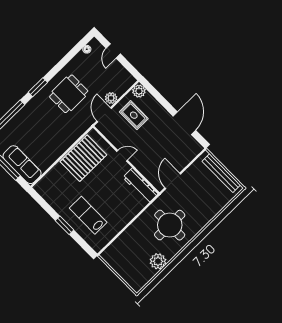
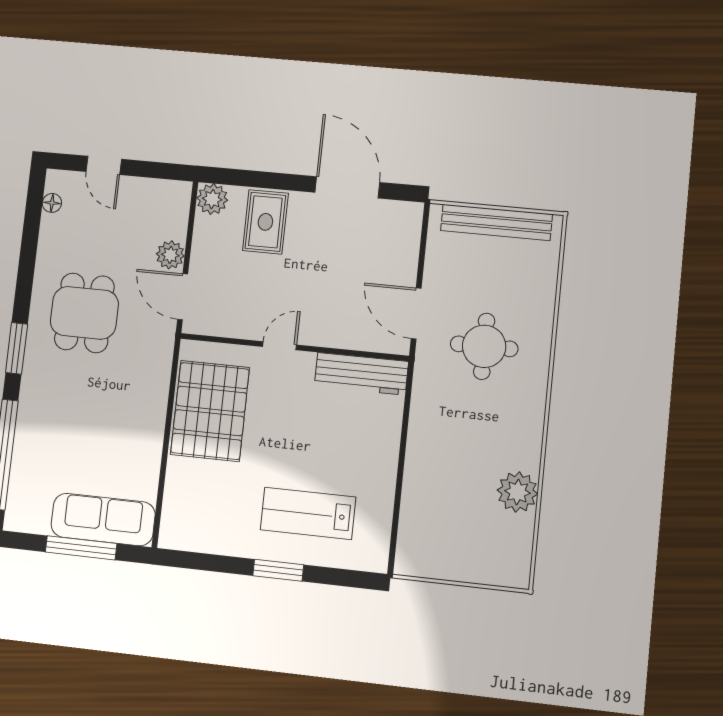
rug: (134, 115) -> (265, 222), moved, turned 90
round table: (170, 225) -> (484, 346), moved, width x0.73, depth x0.73

